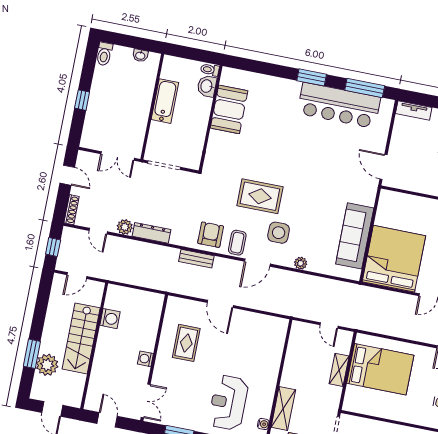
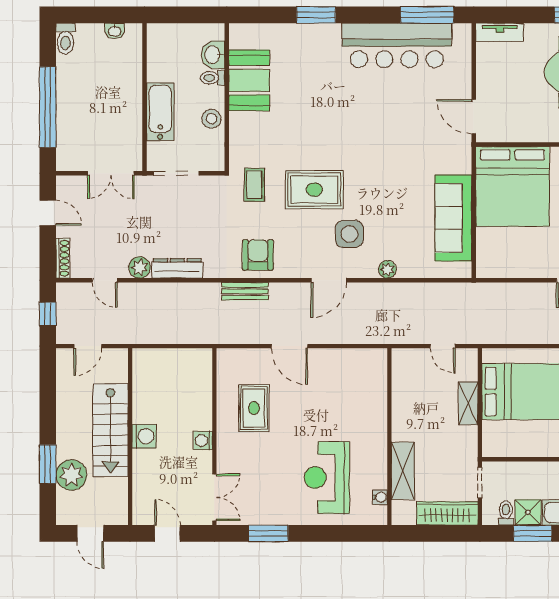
toilet: (210, 70) -> (213, 78), moved
window: (312, 77) -> (316, 15), moved
window: (82, 100) -> (48, 107), width x3.17
bathtub: (165, 101) -> (160, 112), moved
stool: (197, 131) -> (211, 119), added
coffee table: (237, 243) -> (254, 185), moved
bed: (394, 259) -> (512, 186), moved, turned 180
washing machine: (110, 319) -> (144, 436), moved

